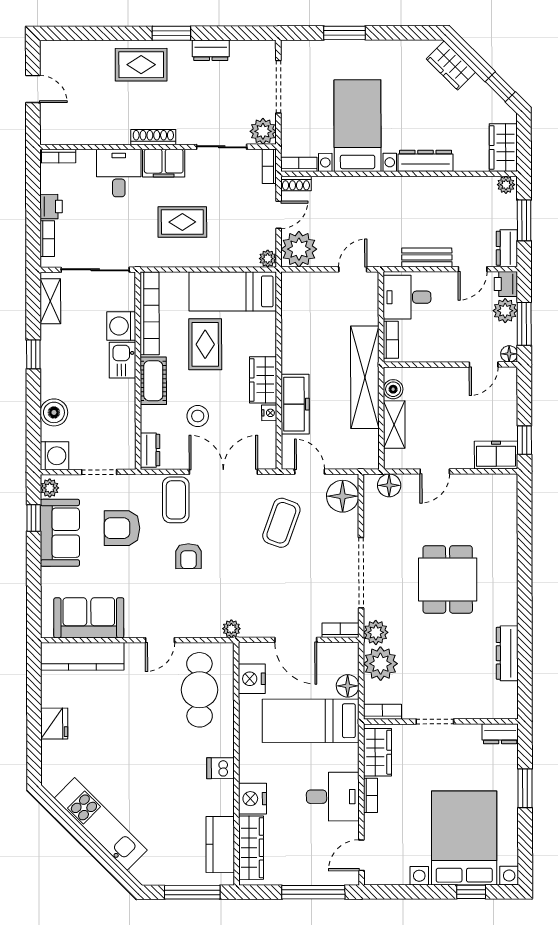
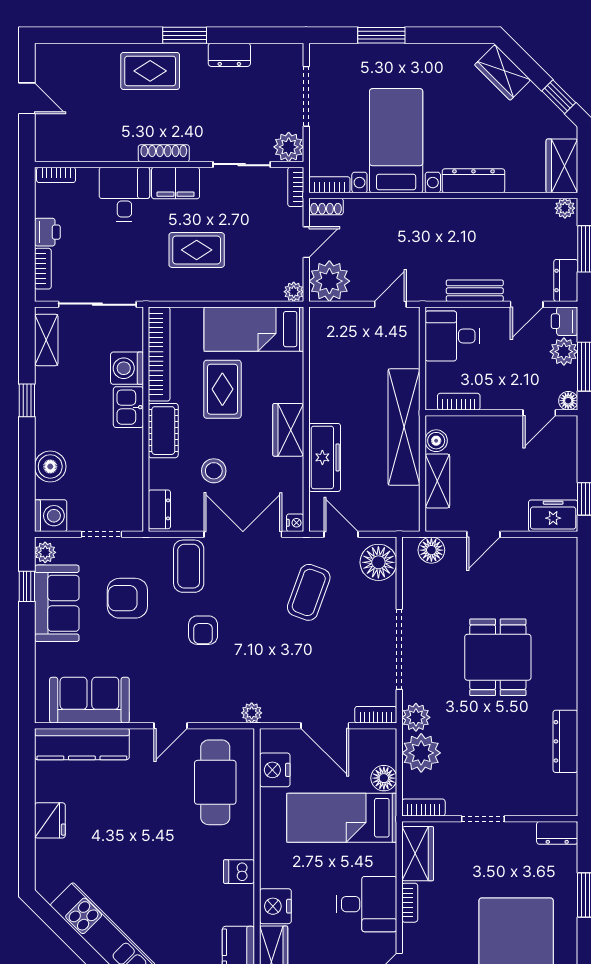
bookcase: (391, 340) -> (459, 402), moved, turned -90
nightstand: (269, 413) -> (295, 523), moved

